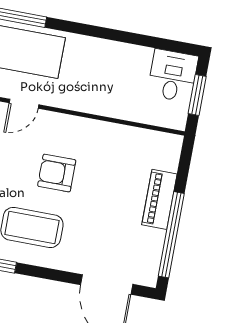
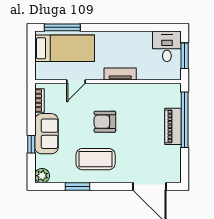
tv unit: (94, 105) -> (120, 74), added
window: (171, 235) -> (185, 120), moved

